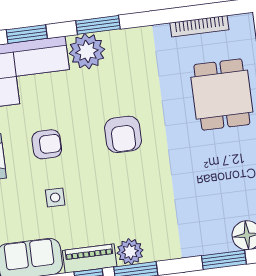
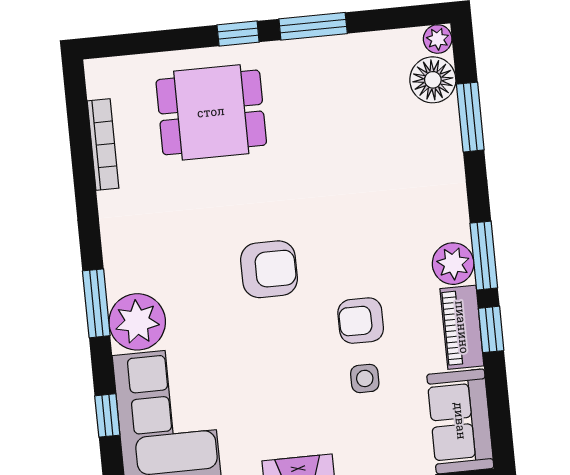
window: (27, 34) -> (107, 415), width x0.67
armchair: (47, 144) -> (361, 321), moved, turned -90

